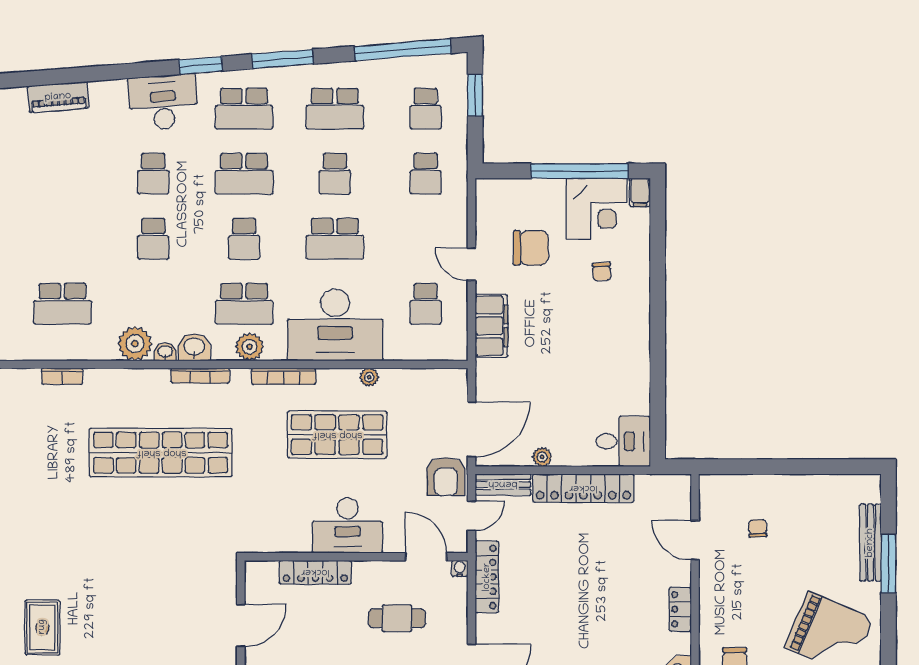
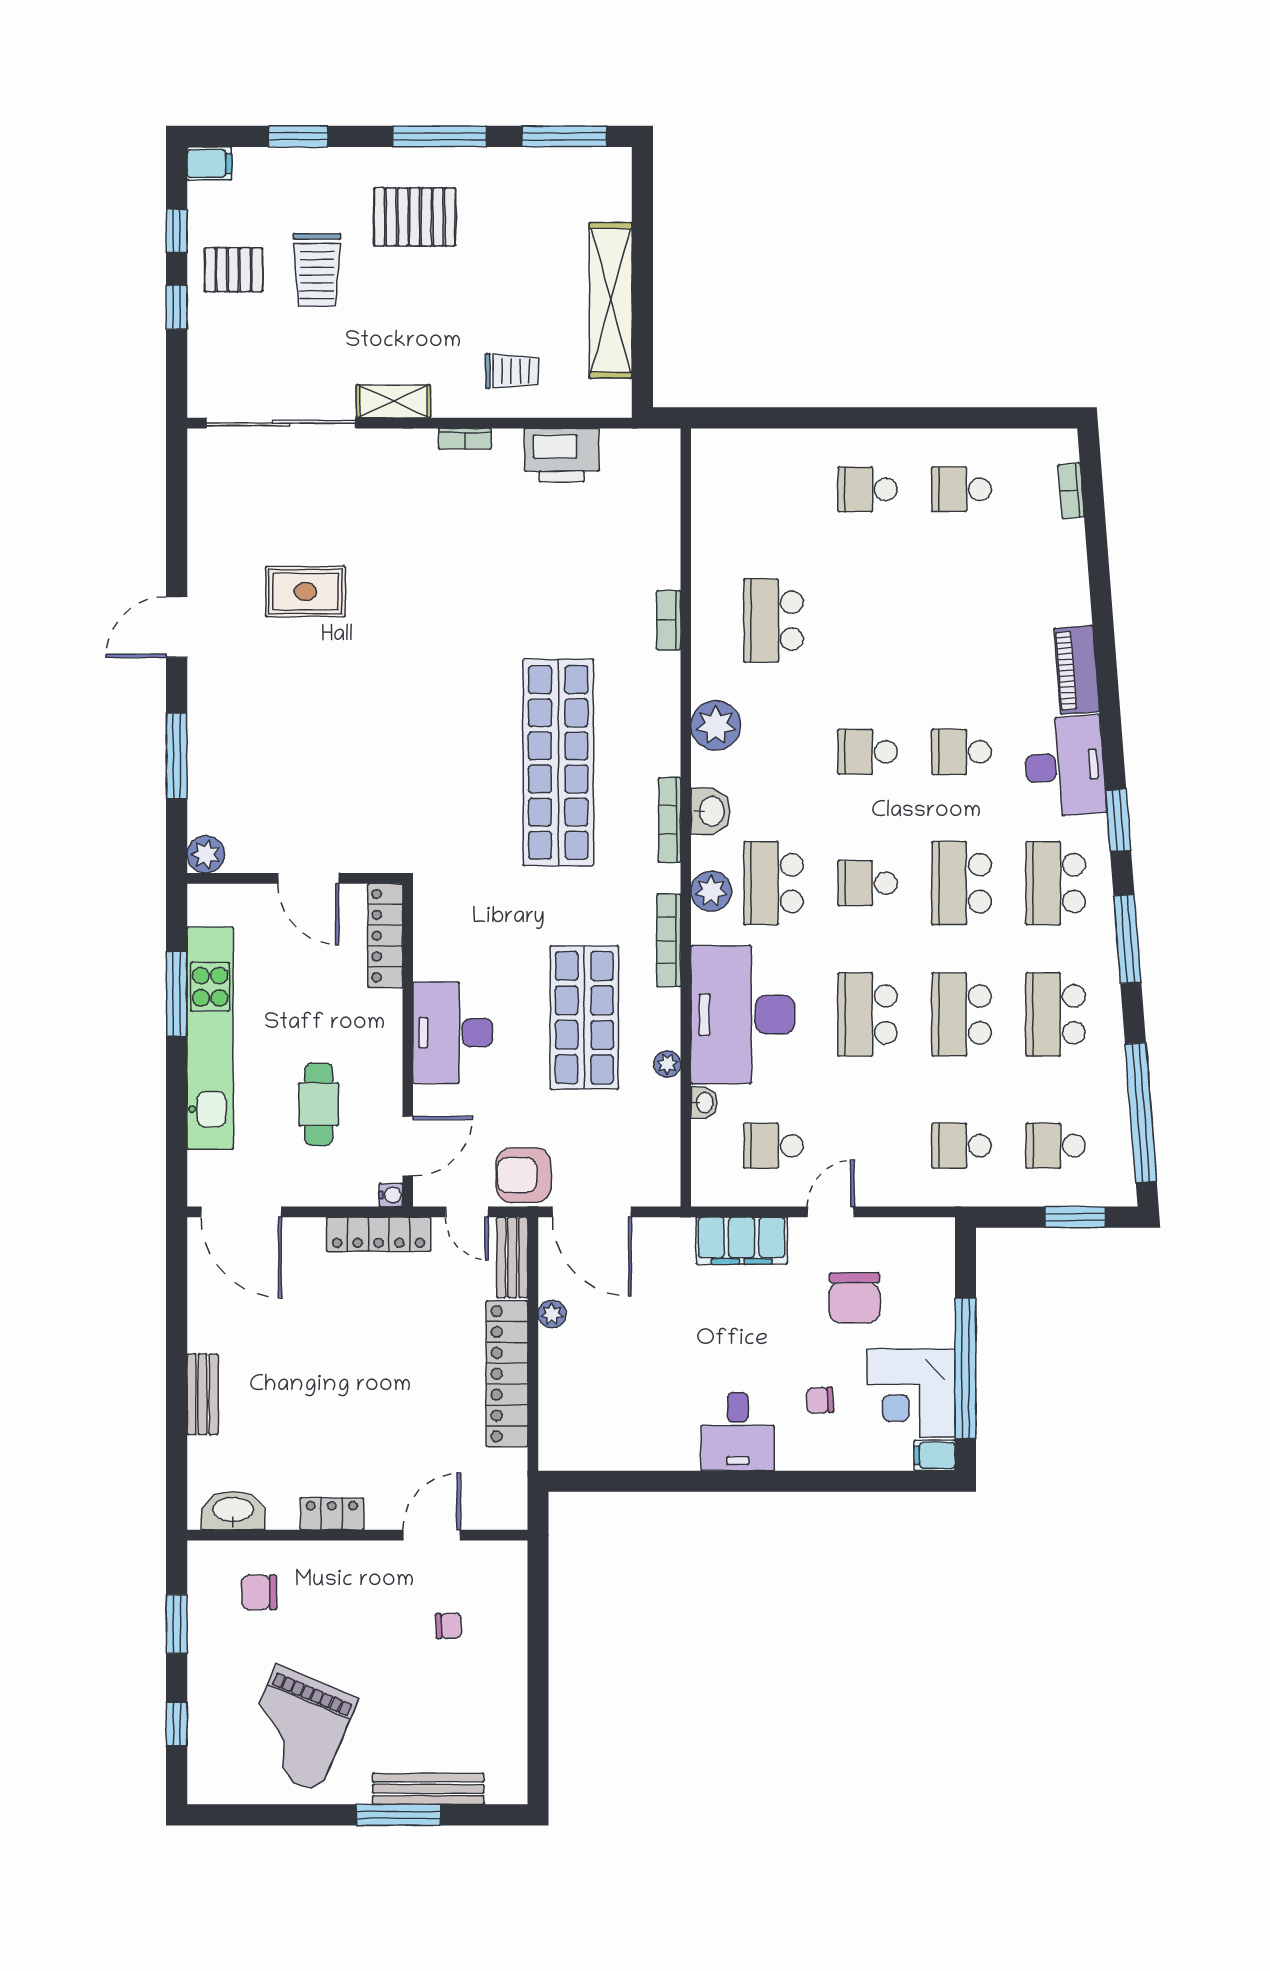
piano: (58, 97) -> (1077, 670), moved
school desk: (335, 174) -> (962, 1014), width x1.85
washbasin: (165, 352) -> (704, 1103), moved
desk: (623, 441) -> (738, 1432), moved
locker: (315, 572) -> (385, 936), moved

